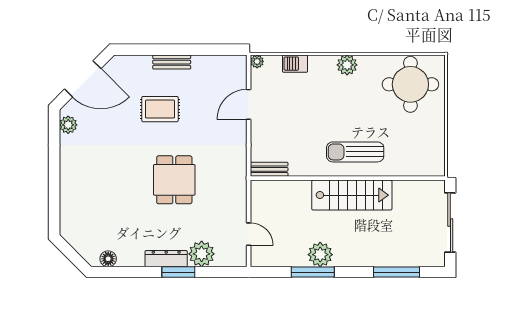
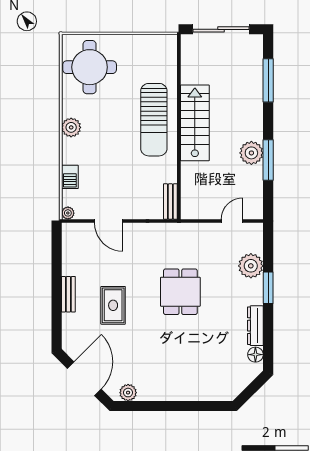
sun lounger: (355, 152) -> (154, 120), width x1.36, depth x1.34
dining table: (174, 180) -> (180, 292), turned 90
dresser: (166, 259) -> (255, 326), moved

